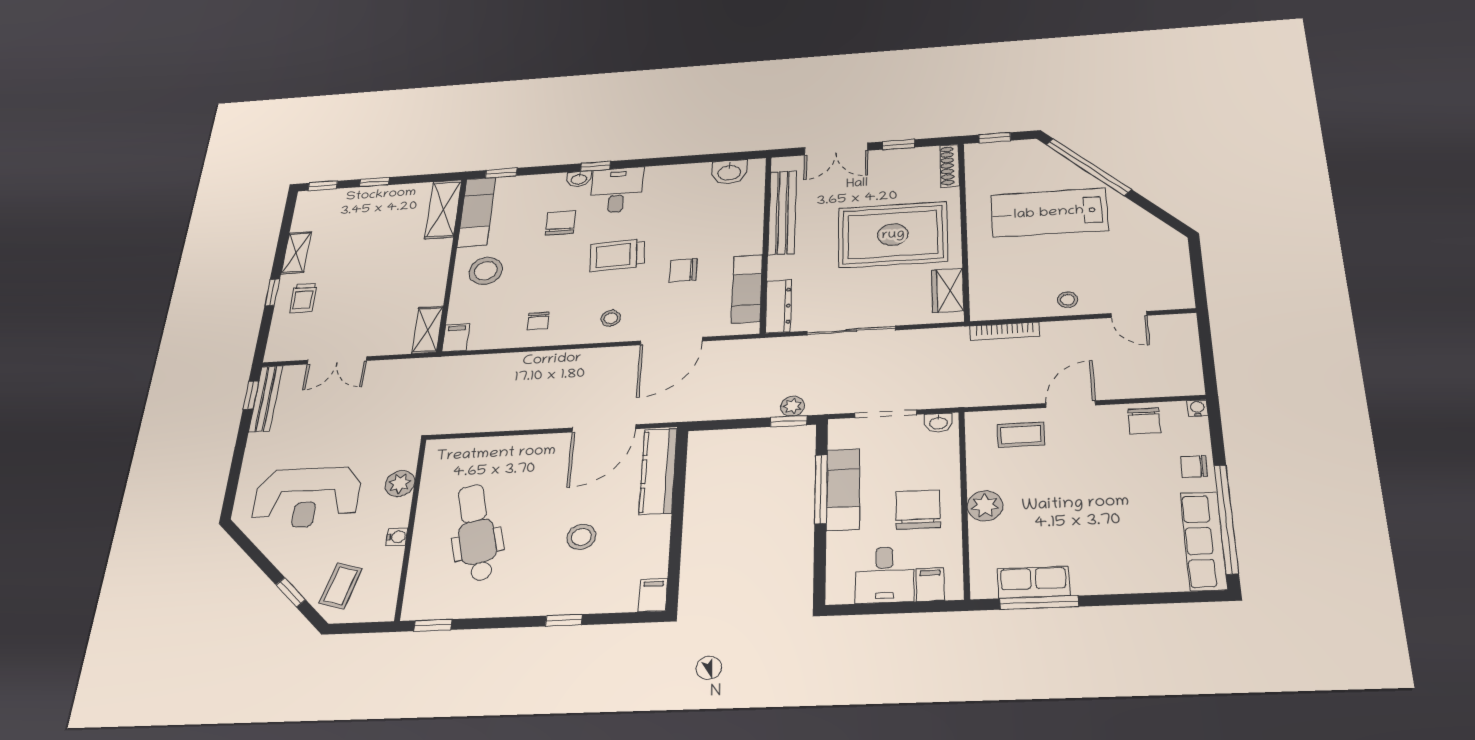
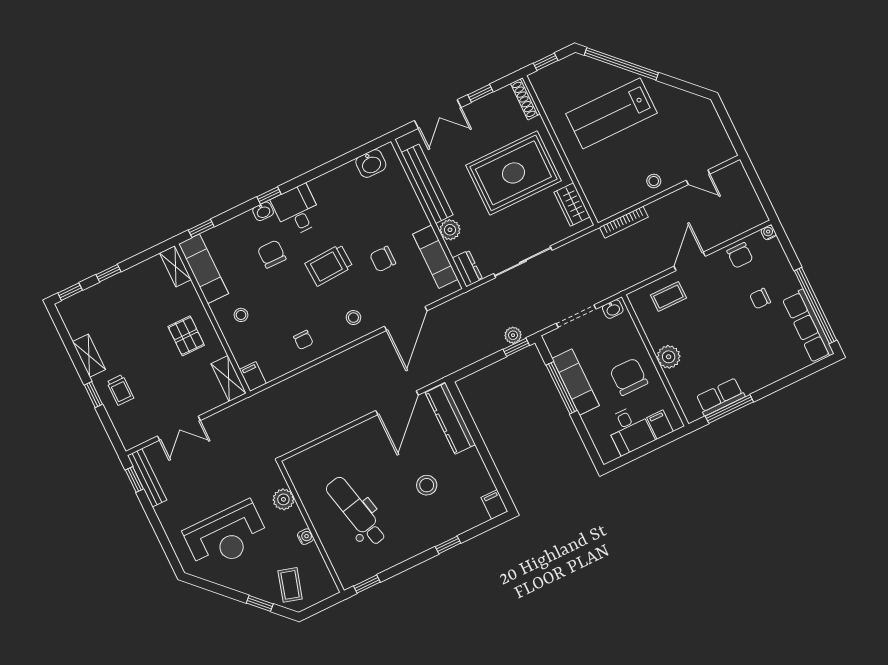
shelving: (443, 209) -> (175, 266), width x0.67, depth x0.75
plant: (781, 267) -> (450, 230), added
pallet: (412, 270) -> (186, 336), added
stool: (486, 271) -> (241, 315), width x0.53, depth x0.53
dresser: (779, 306) -> (467, 268), width x0.70
chair: (1194, 467) -> (760, 299), moved

